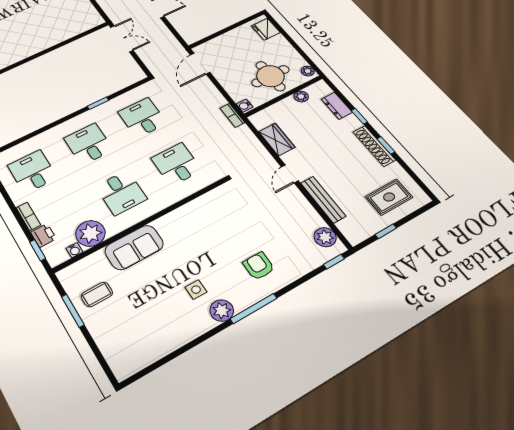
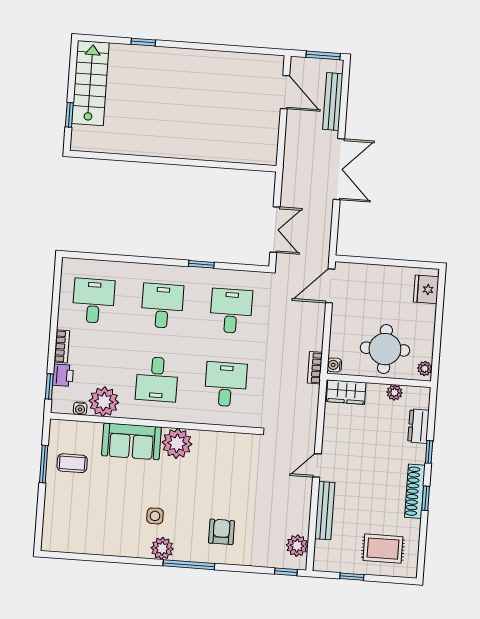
double door: (122, 39) -> (275, 230), moved
wardrobe: (277, 139) -> (346, 392), moved, turned 90
plant: (172, 226) -> (177, 443), added

